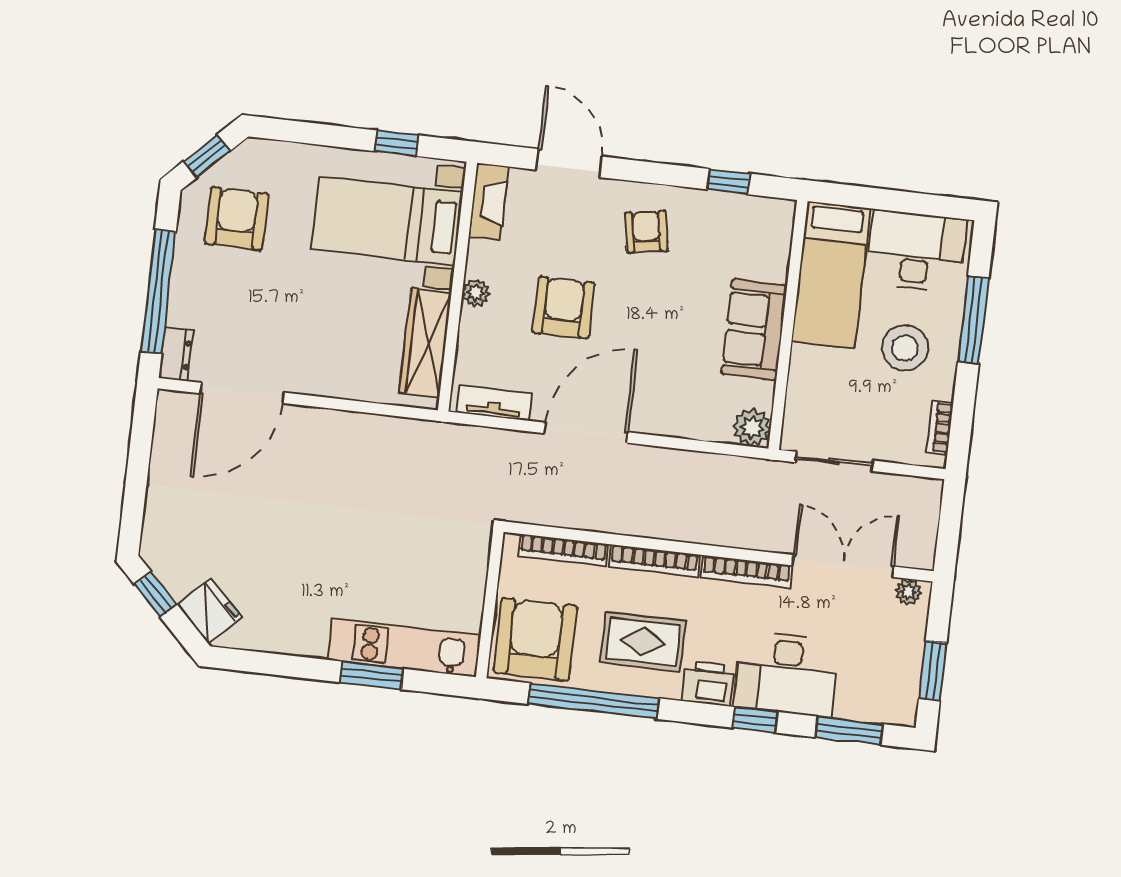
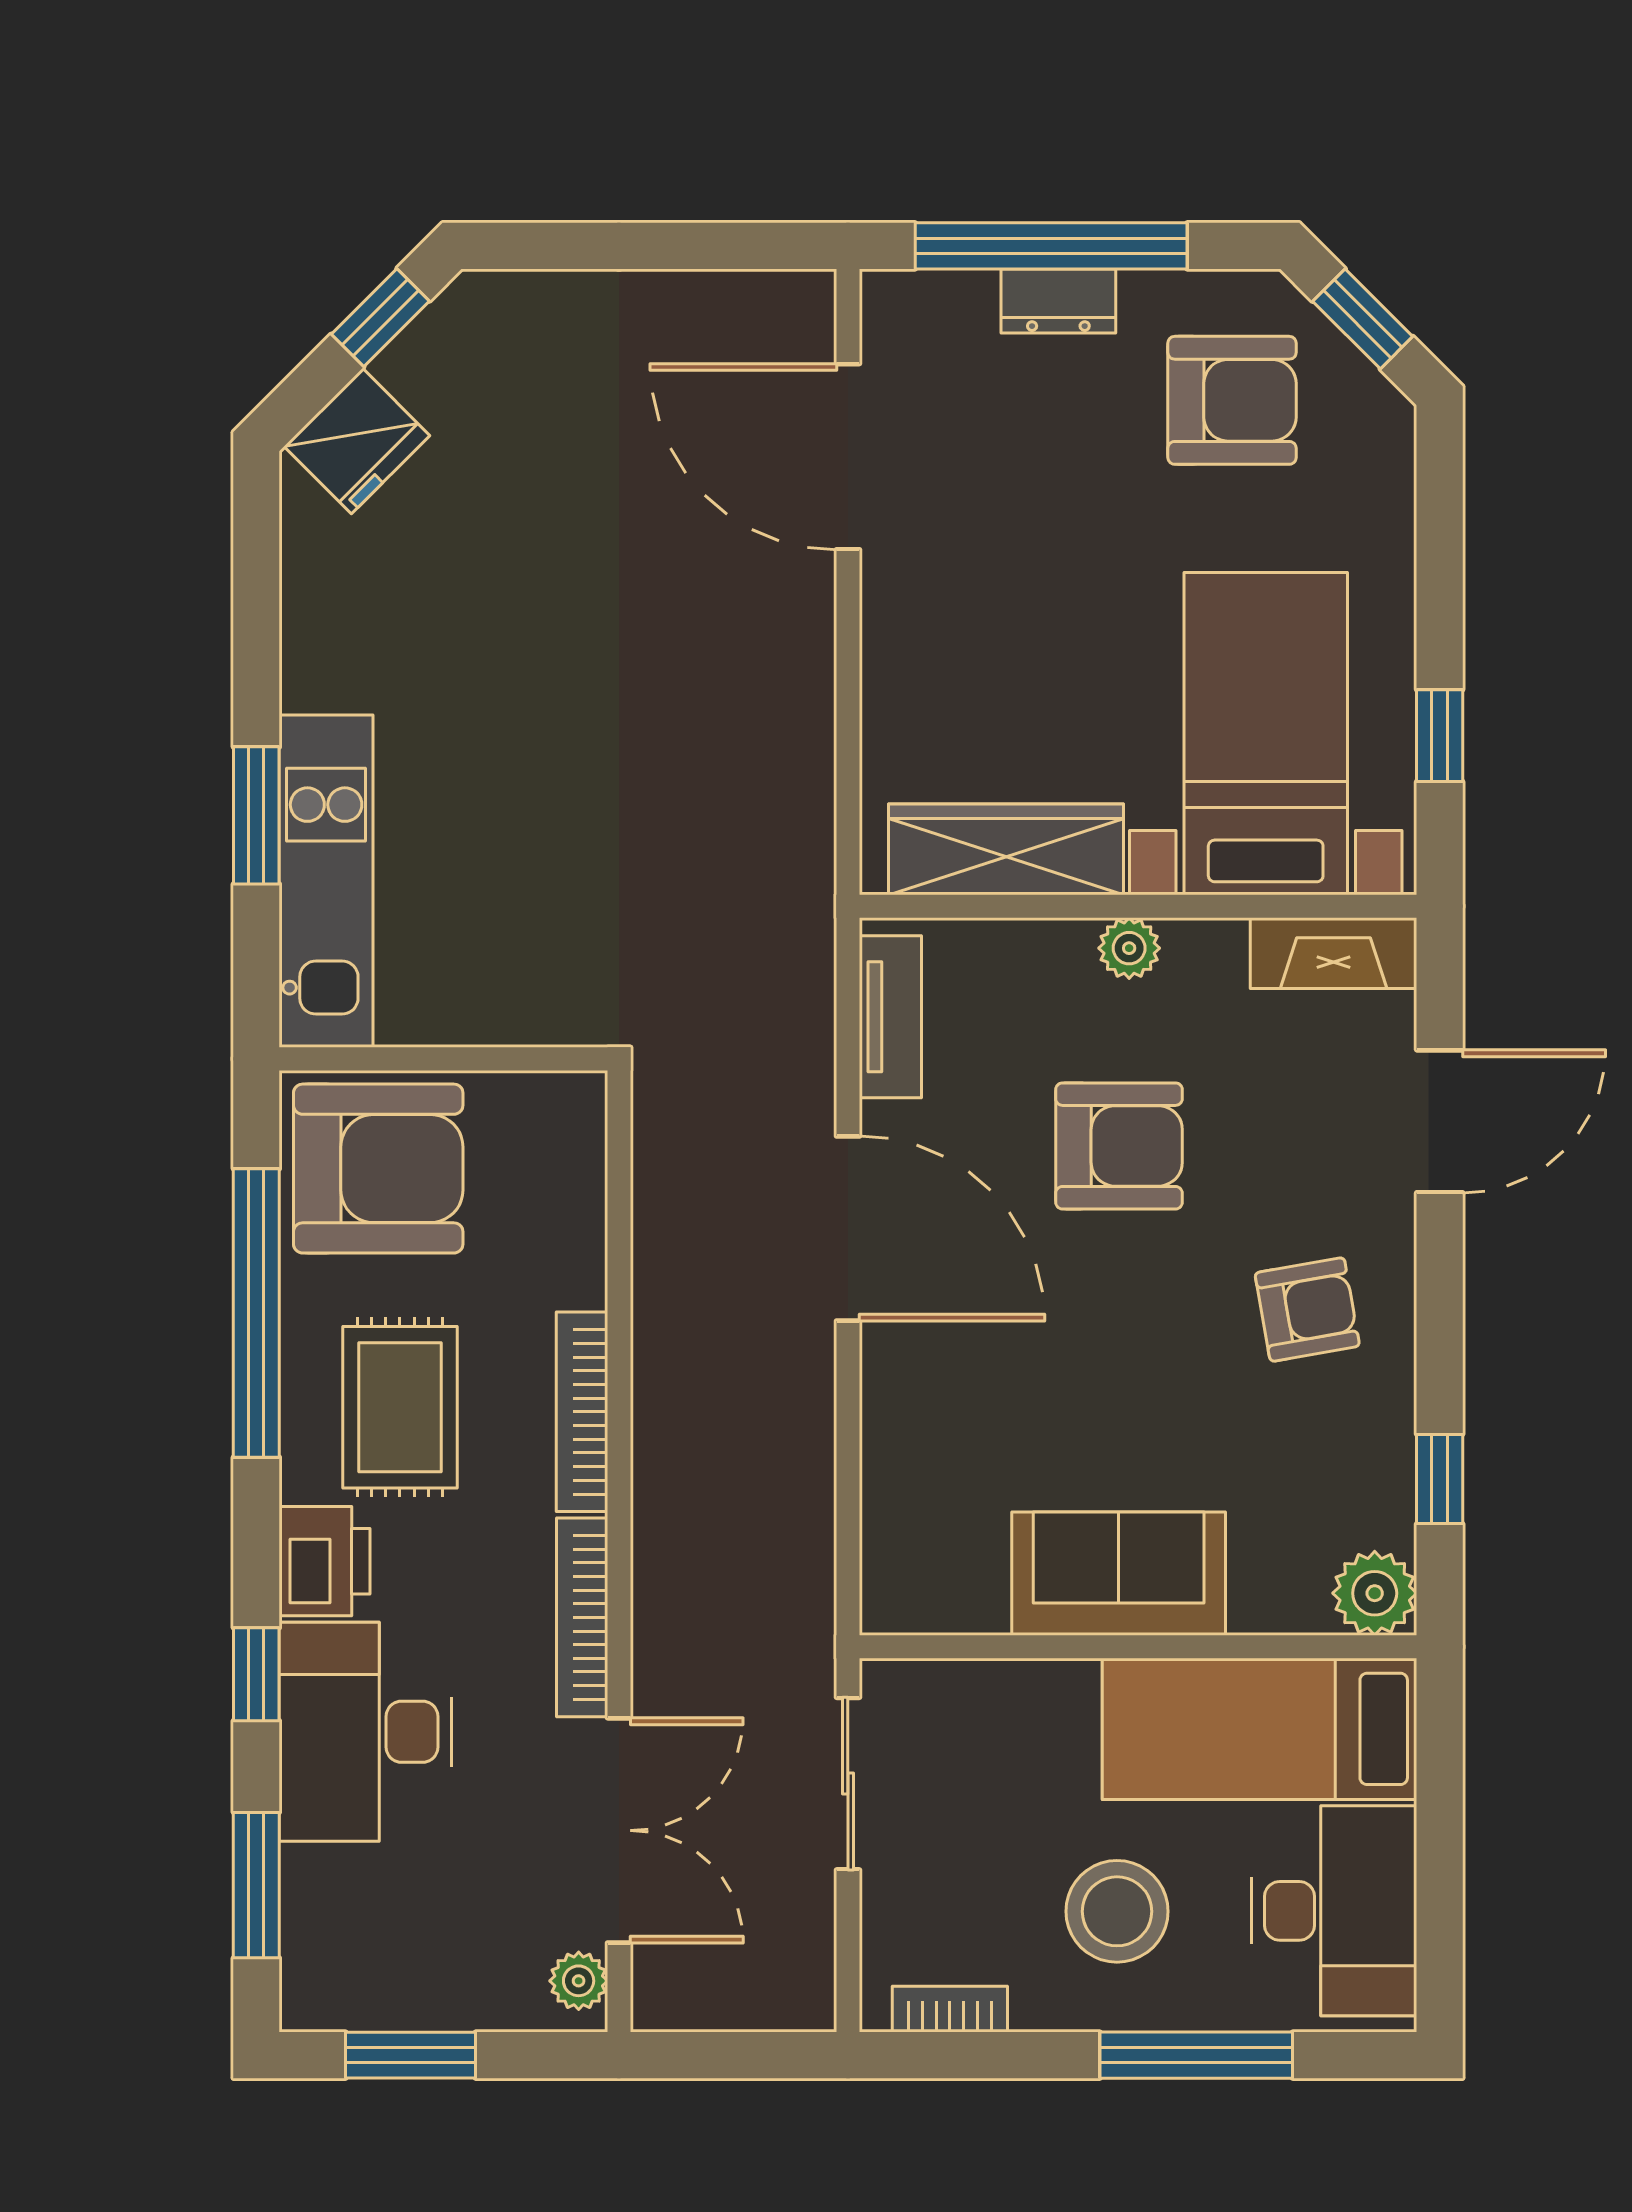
dresser: (176, 354) -> (1058, 301), moved
plant: (752, 428) -> (1375, 1593), moved
bookcase: (563, 550) -> (582, 1208), removed

